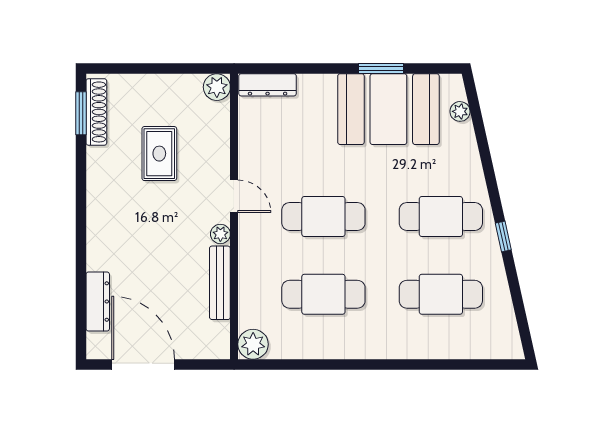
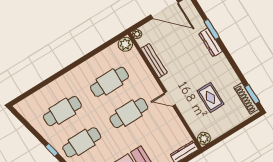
plant: (220, 234) -> (137, 34), moved
window: (81, 275) -> (212, 29), added
dresser: (98, 302) -> (211, 42), moved

